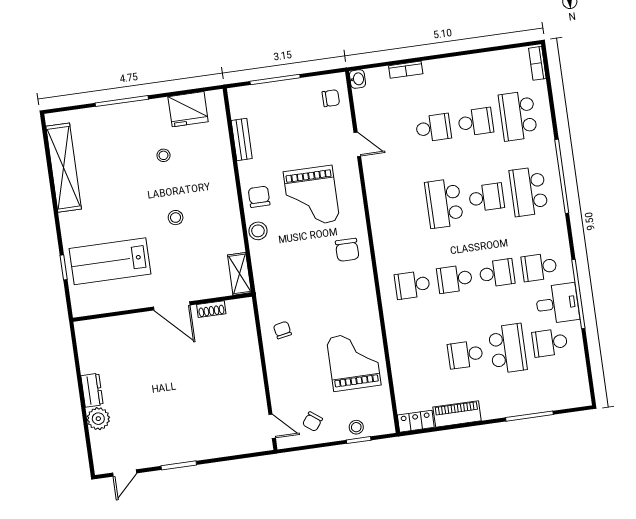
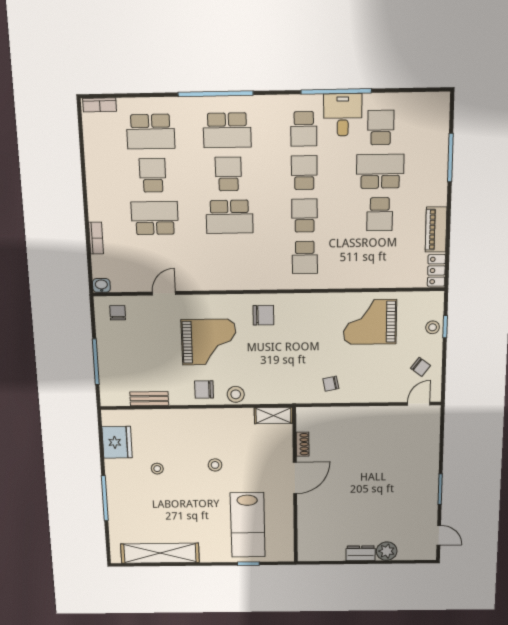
school desk: (433, 128) -> (155, 218), width x1.85
school desk: (455, 279) -> (304, 216), turned 180
school desk: (550, 343) -> (381, 127), turned 180

